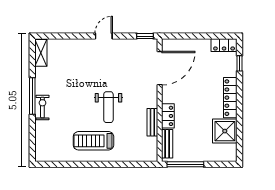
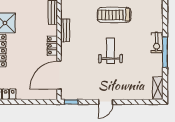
weight bench: (108, 107) -> (110, 51), moved
locker: (168, 116) -> (52, 46), moved
treadmill: (93, 141) -> (114, 15), turned 180

